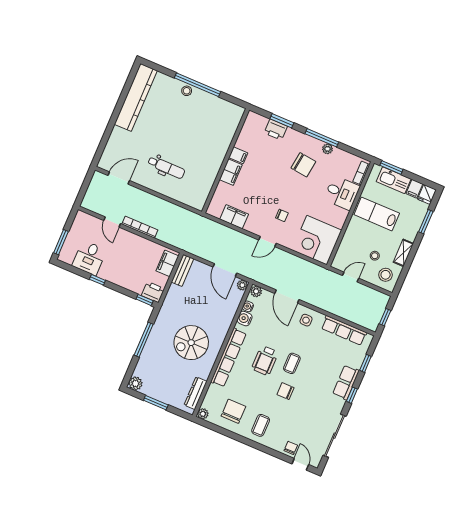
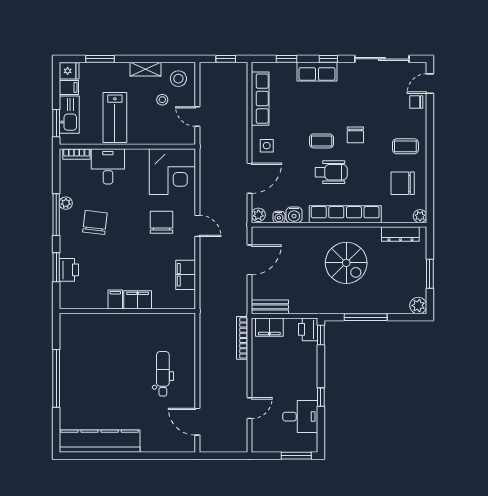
stool: (187, 91) -> (68, 388), removed
chair: (282, 215) -> (162, 222), width x1.87, depth x1.87
bookcase: (140, 227) -> (242, 338), moved
plant: (242, 285) -> (258, 233), removed

